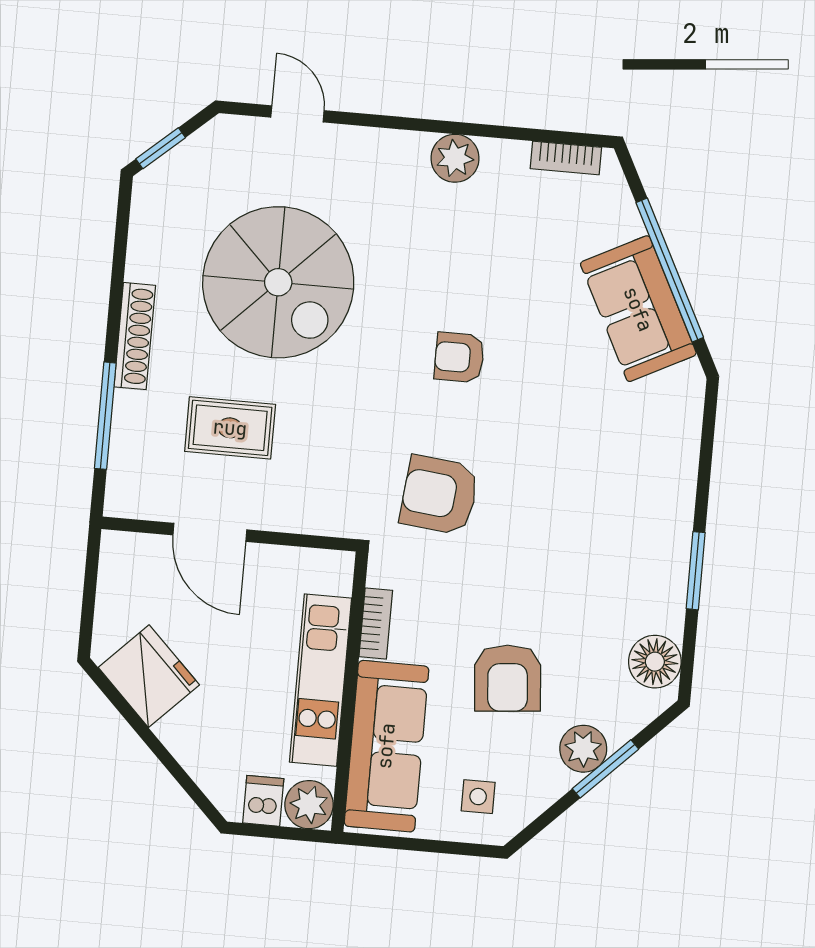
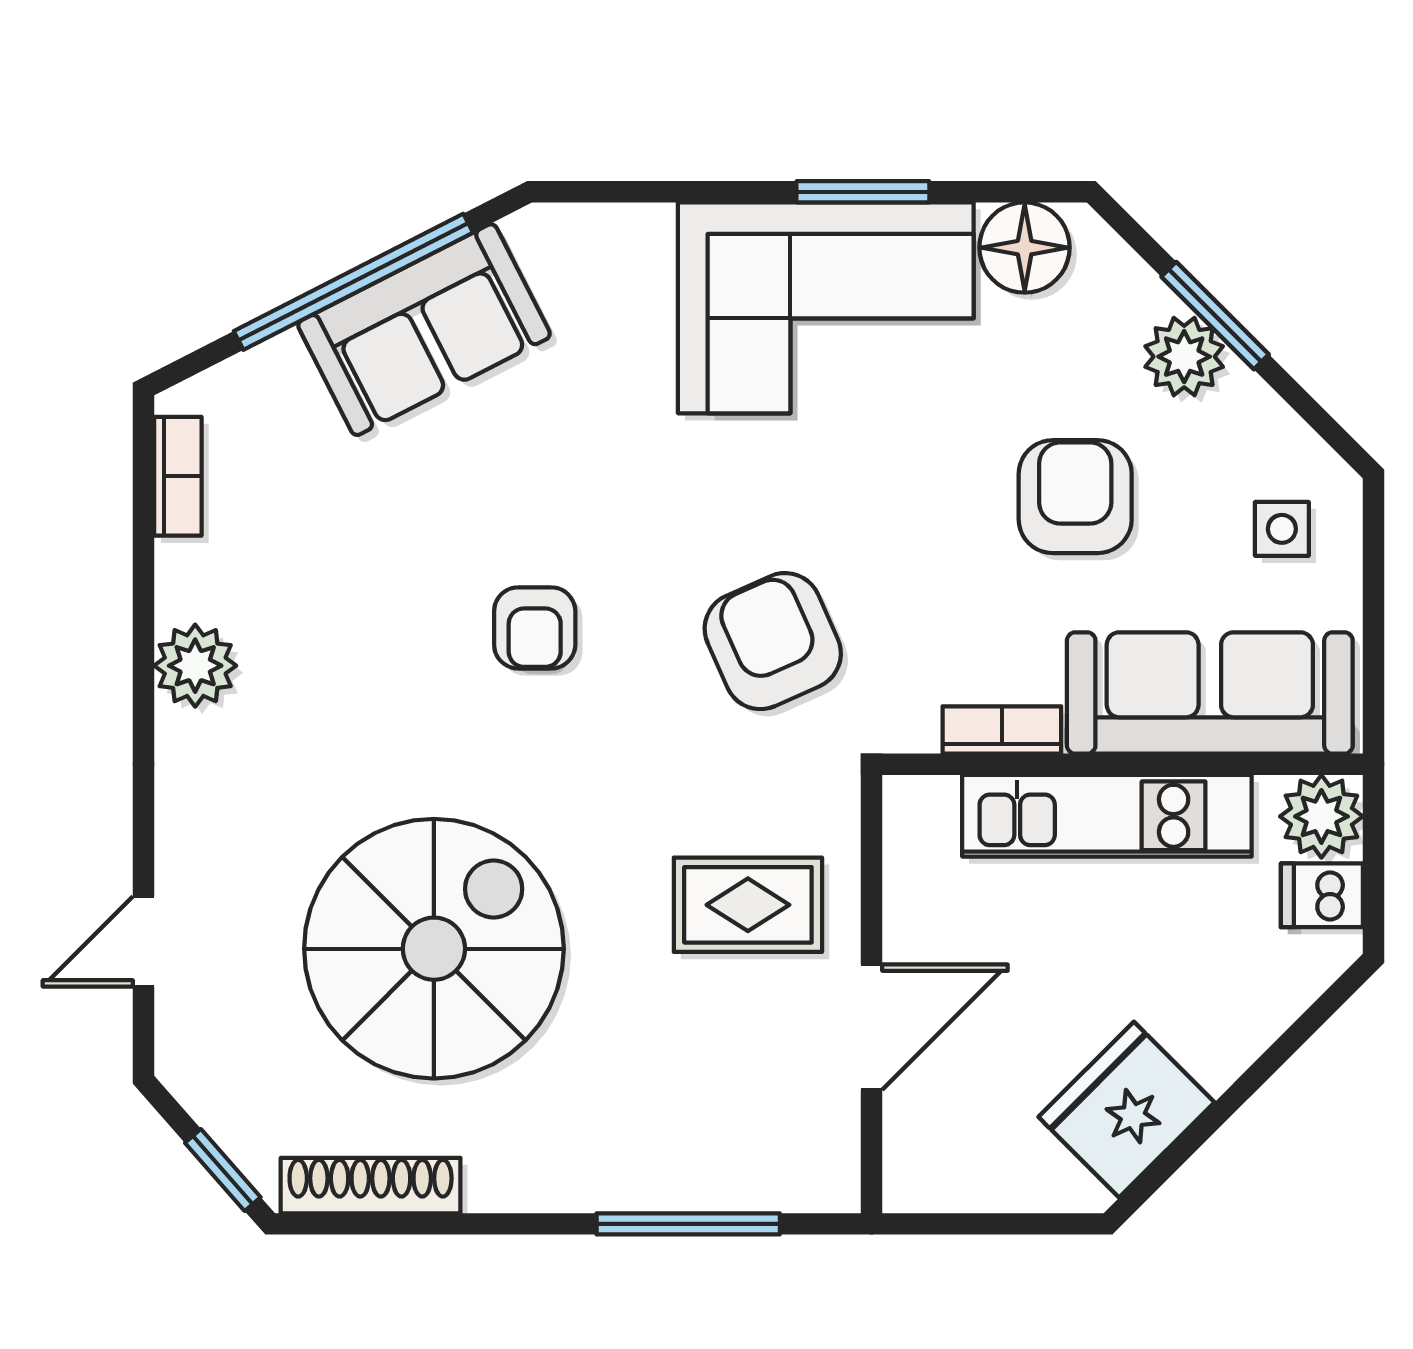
shoe rack: (135, 336) -> (371, 1186), moved
rug: (230, 428) -> (748, 905), moved, turned 90
armchair: (439, 495) -> (773, 641), turned 150
corner sofa: (630, 543) -> (826, 308), added
armchair: (508, 678) -> (1075, 497), turned -85

